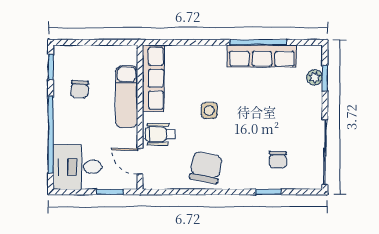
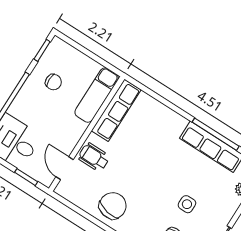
chair: (80, 89) -> (53, 82), turned -94
exam couch: (127, 97) -> (97, 95), moved
side table: (209, 110) -> (187, 204), moved

